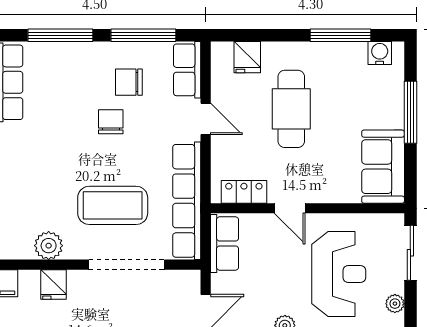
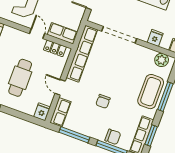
fridge: (247, 57) -> (42, 112), moved
chair: (129, 82) -> (113, 137), moved
coffee table: (113, 205) -> (151, 92), moved, turned 90
row of seats: (224, 244) -> (62, 33), moved, turned 90
plant: (49, 246) -> (162, 60), moved

